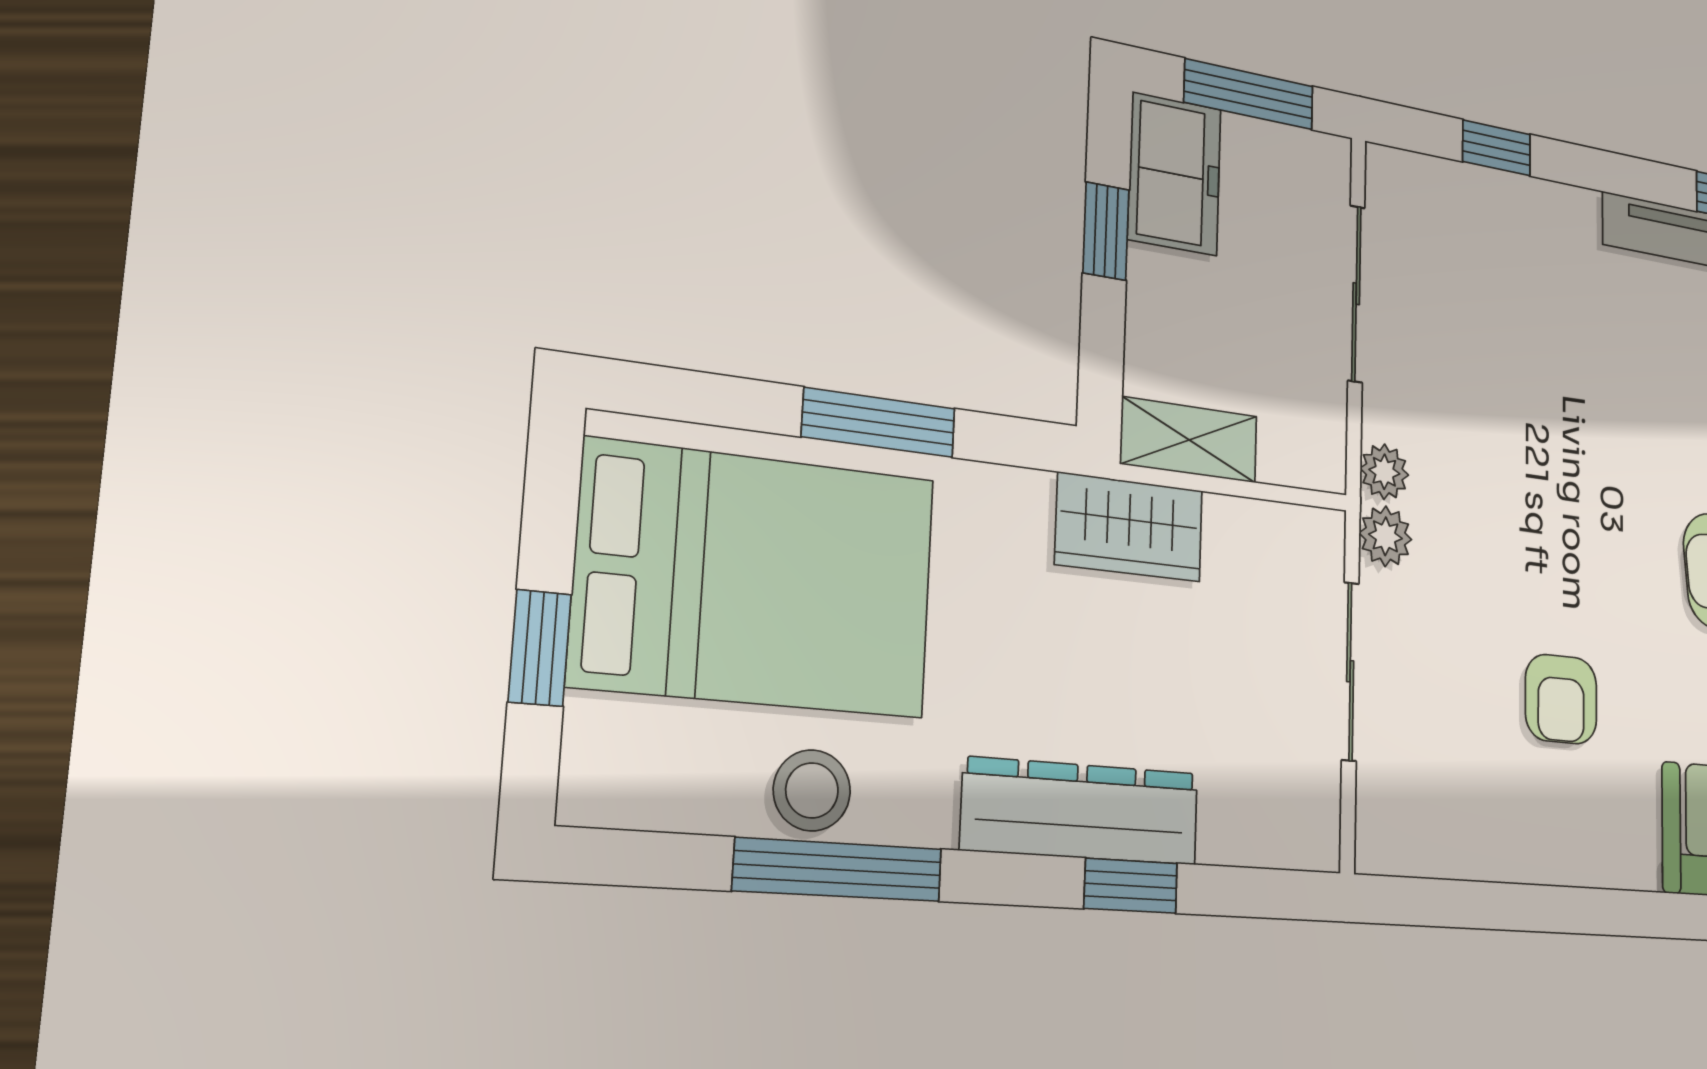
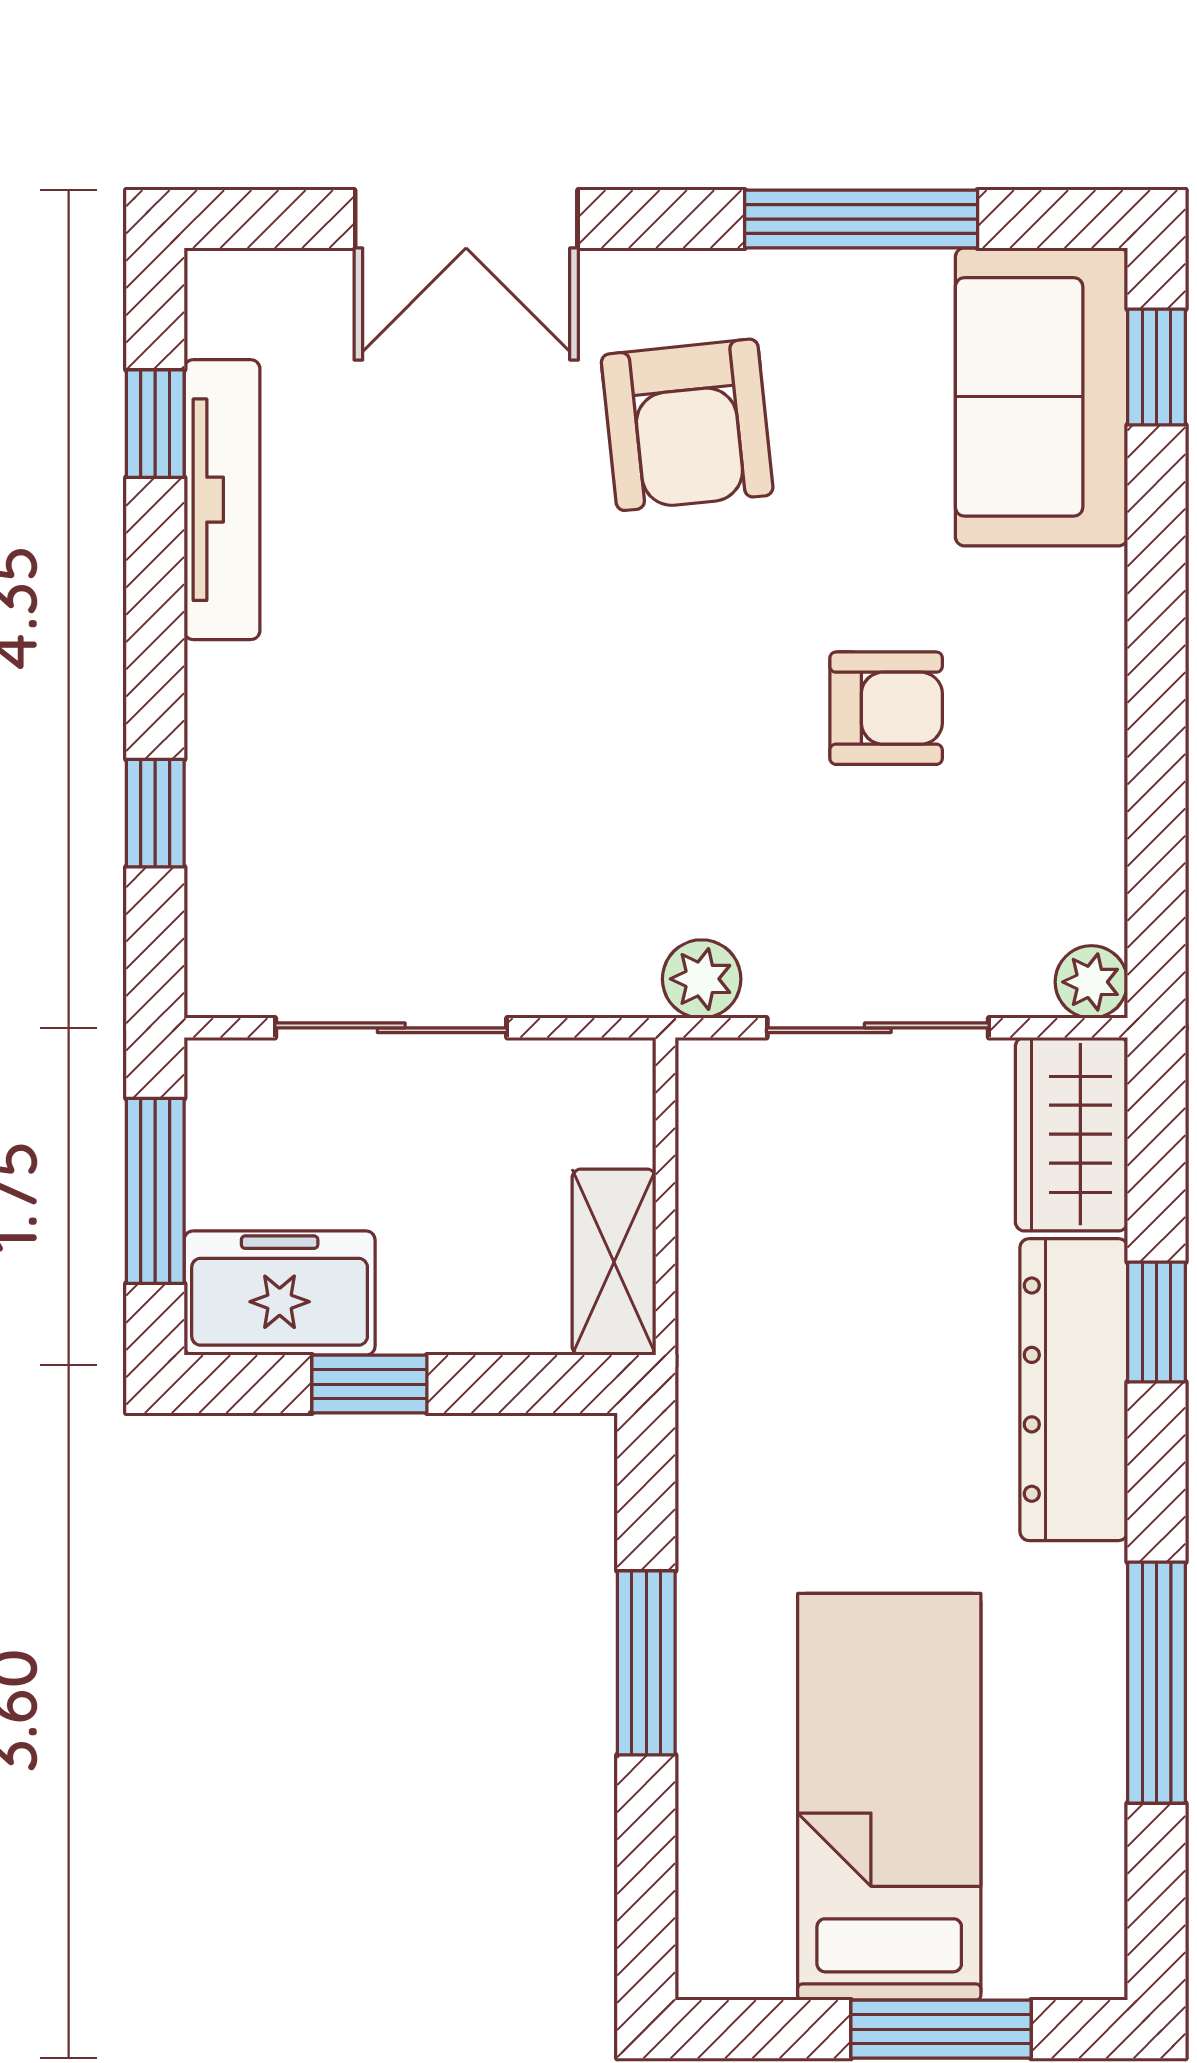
plant: (1384, 472) -> (1091, 982), moved
wardrobe: (1129, 527) -> (1071, 1134), moved, turned 180
bed: (756, 580) -> (889, 1797), width x0.67
window: (540, 648) -> (941, 2029), width x1.50
stool: (812, 790) -> (1071, 1719), removed

